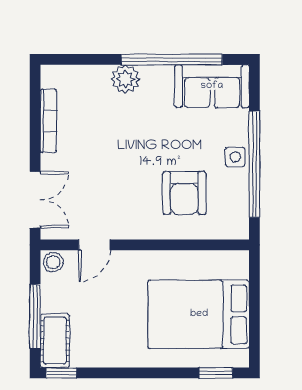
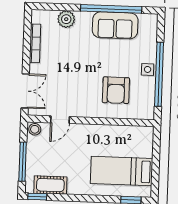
plant: (126, 79) -> (66, 19), moved
sofa: (212, 86) -> (115, 25), moved
bed: (199, 314) -> (122, 171), width x0.67
cot: (55, 341) -> (50, 185), moved, turned 90

